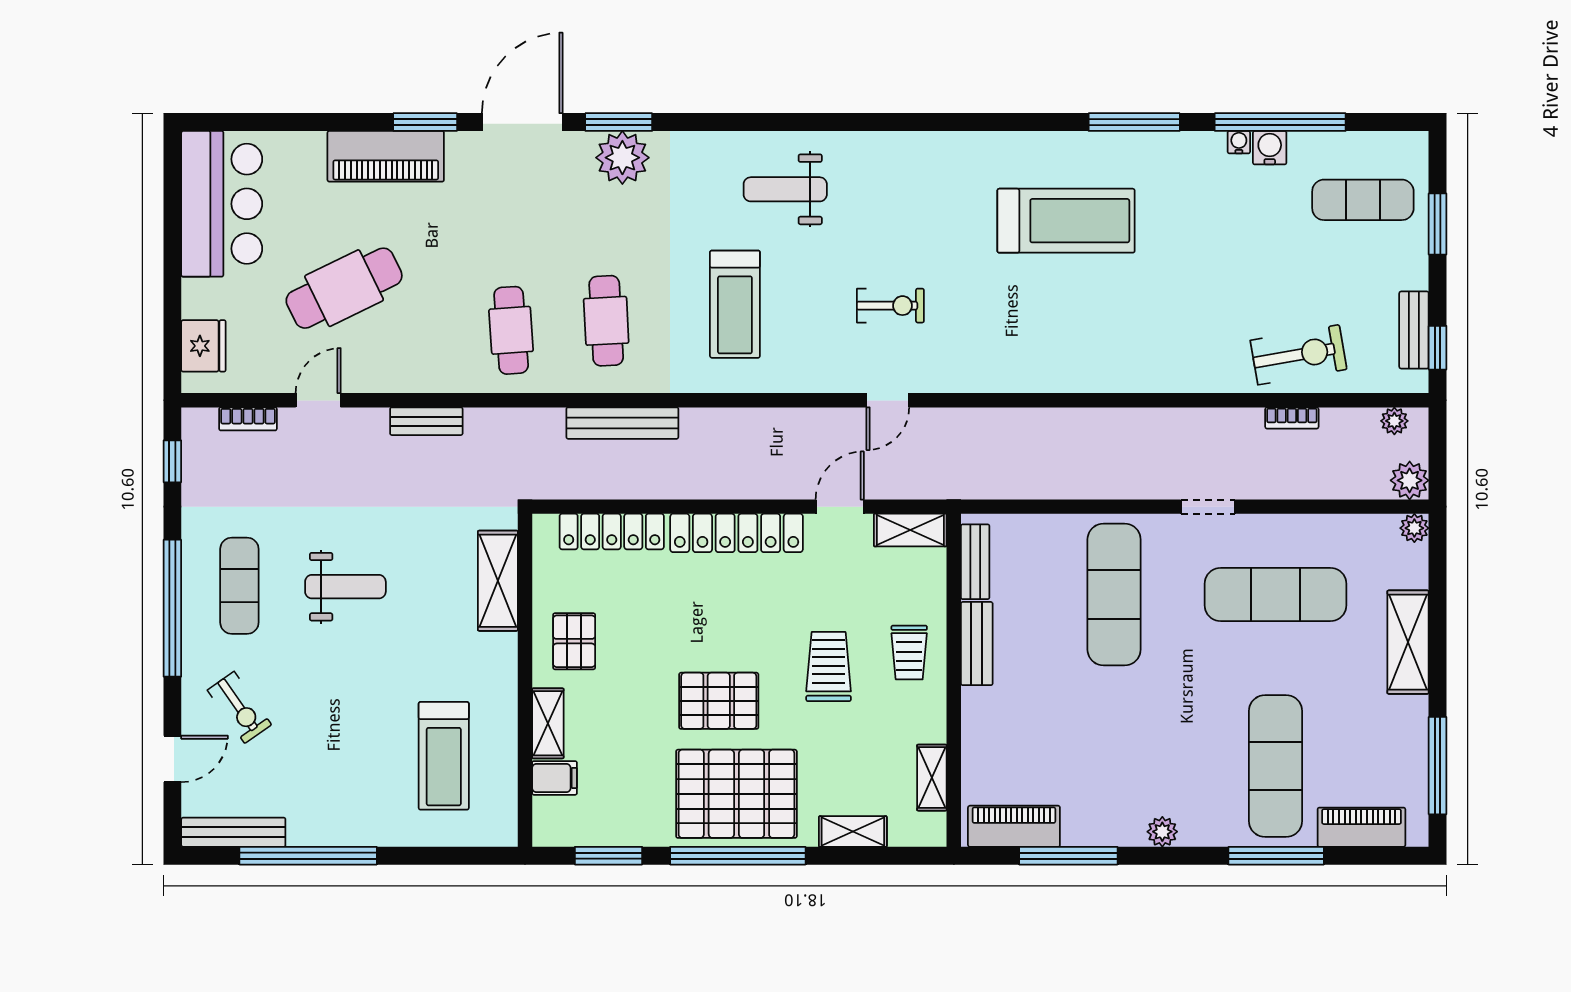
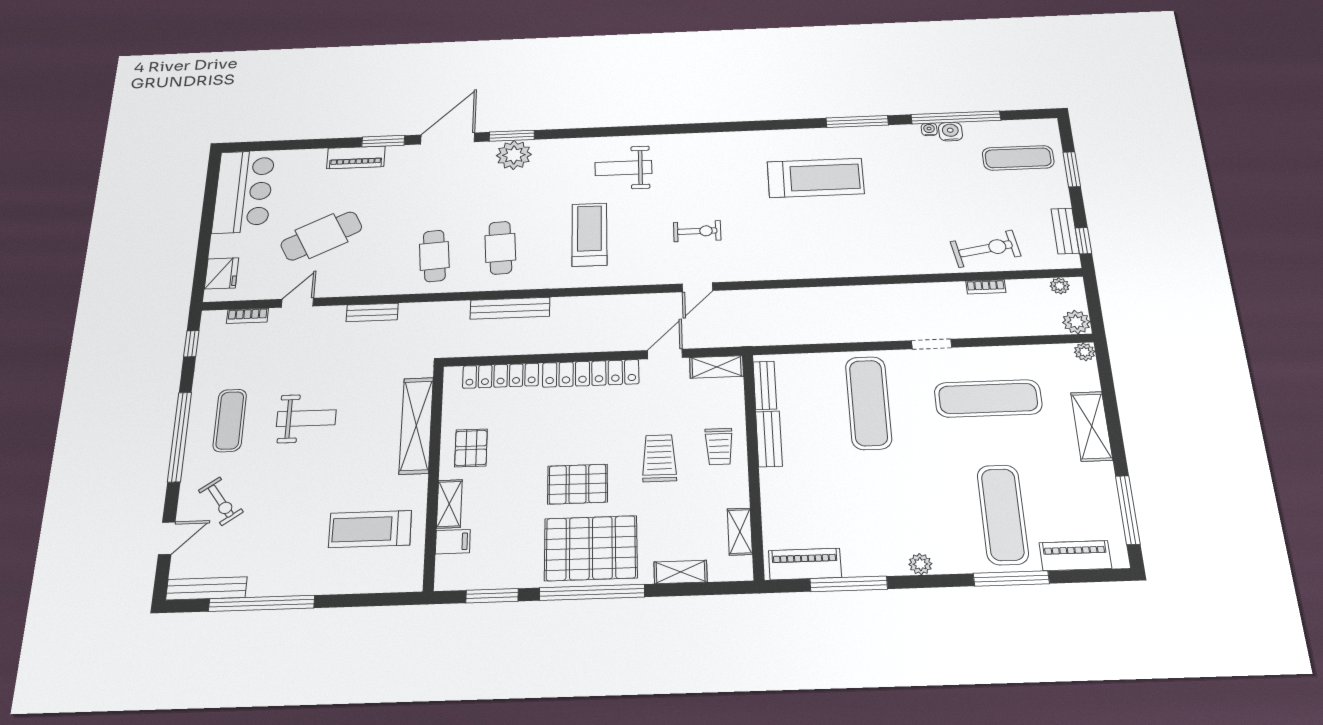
piano: (386, 156) -> (356, 157), width x0.73, depth x0.75
treadmill: (735, 304) -> (589, 235), turned 180
shelving: (498, 581) -> (416, 425), width x1.47
treadmill: (444, 756) -> (370, 529), turned 90

